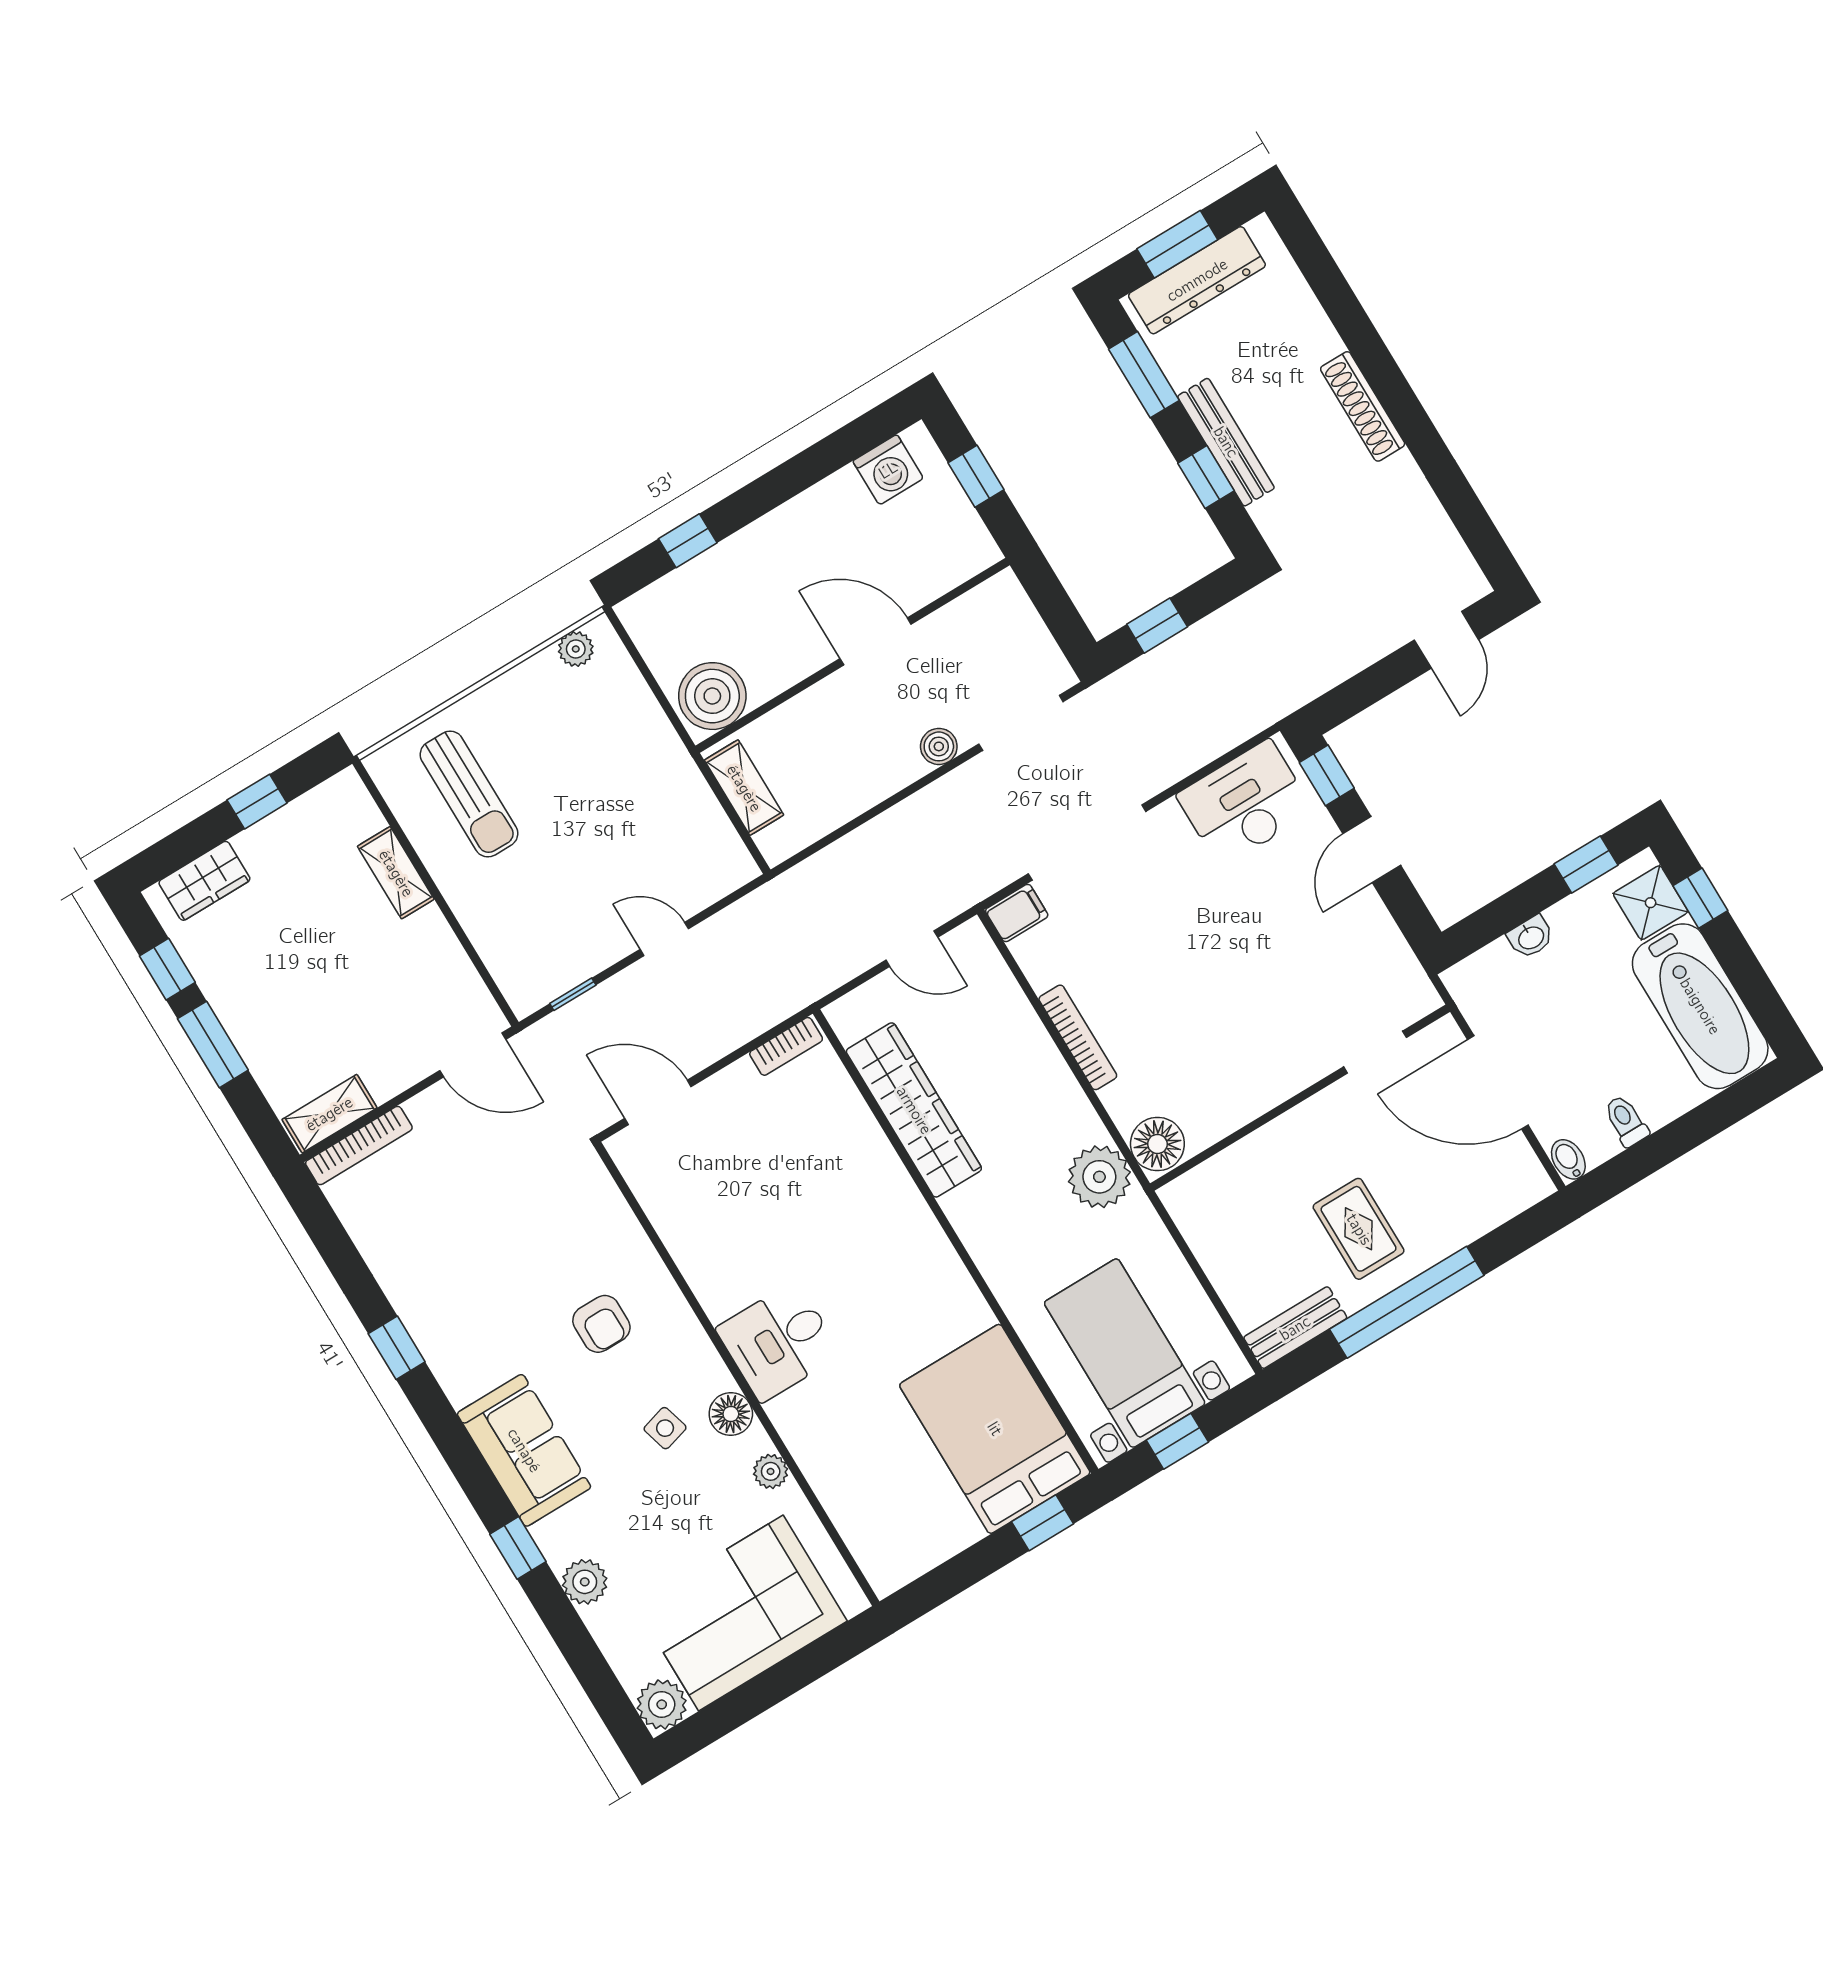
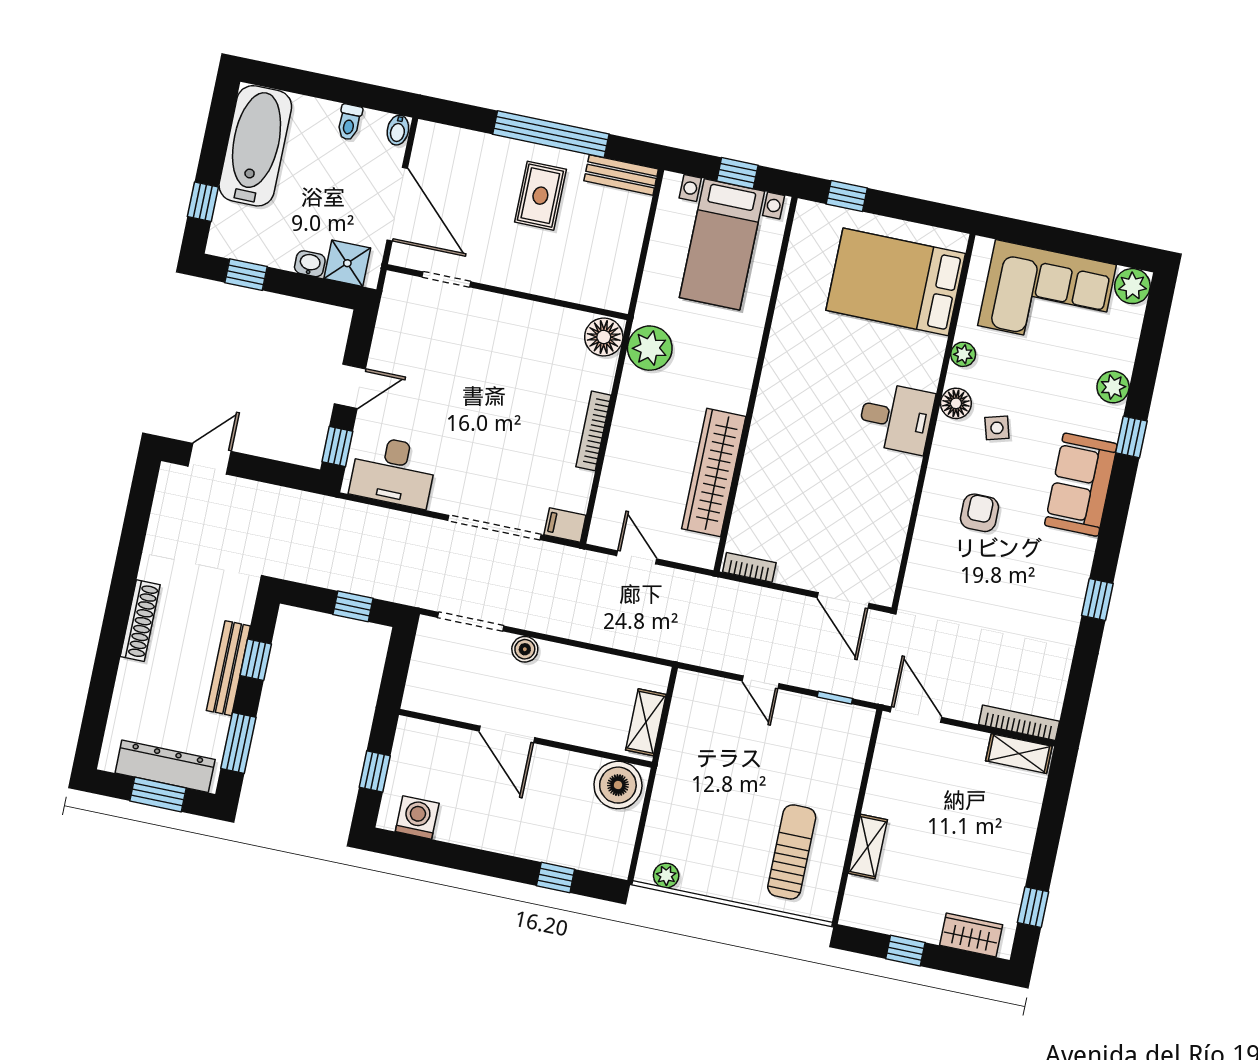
shower: (1651, 903) -> (347, 263), moved
window: (213, 1044) -> (1046, 846), removed
bed: (995, 1429) -> (896, 282), moved, turned 90

